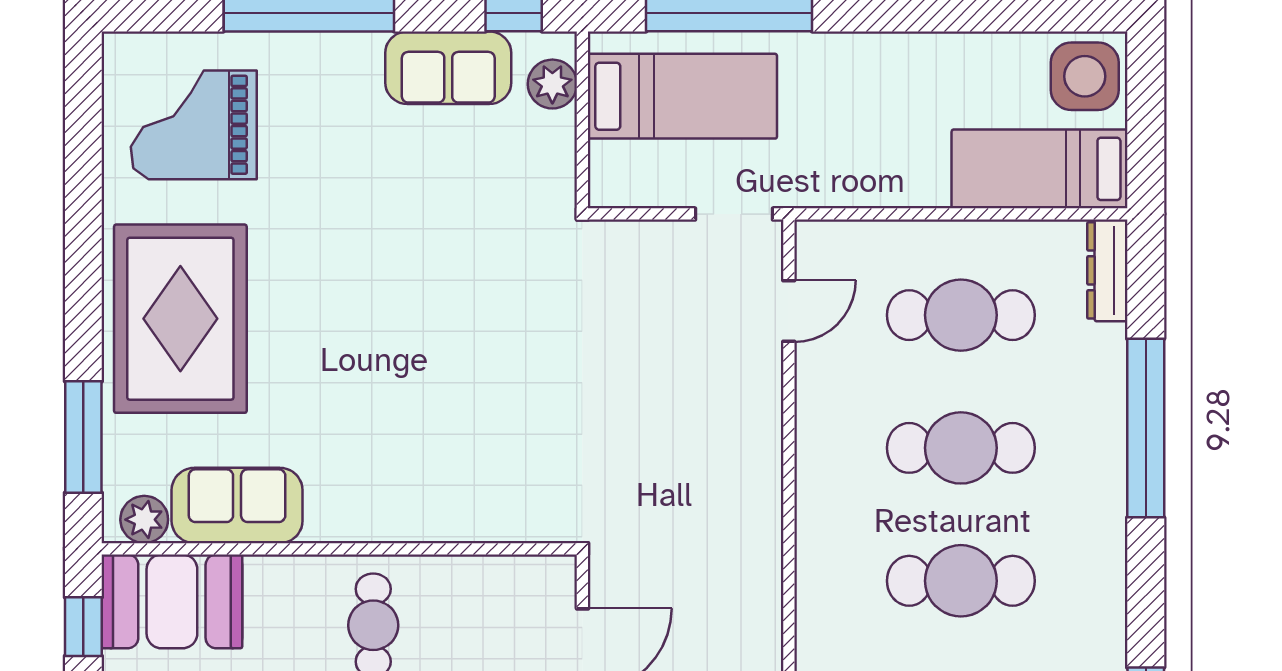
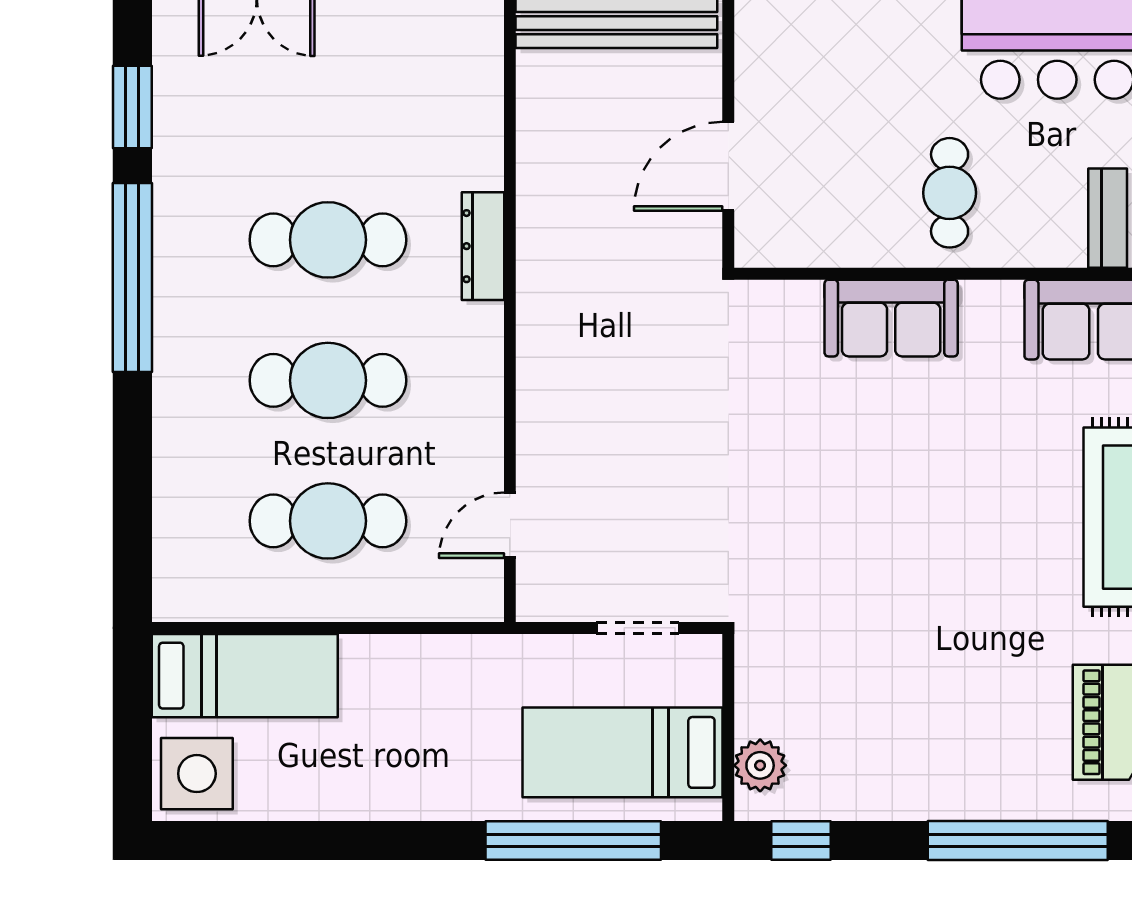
sofa: (448, 68) -> (891, 318), moved, turned 180
doorway: (734, 214) -> (638, 628), moved
dresser: (1107, 270) -> (483, 246), moved, turned 180
window: (1146, 428) -> (132, 277), moved

